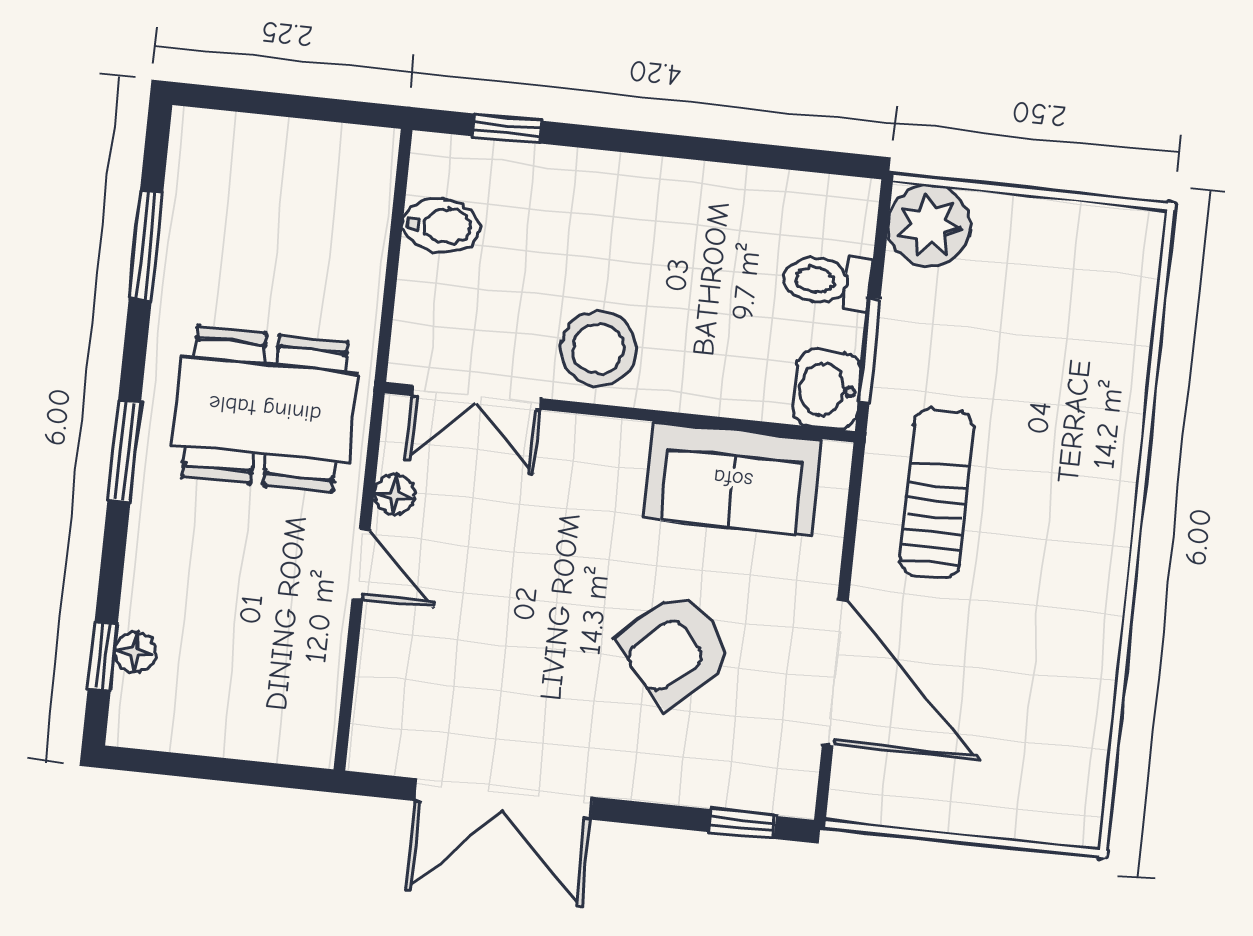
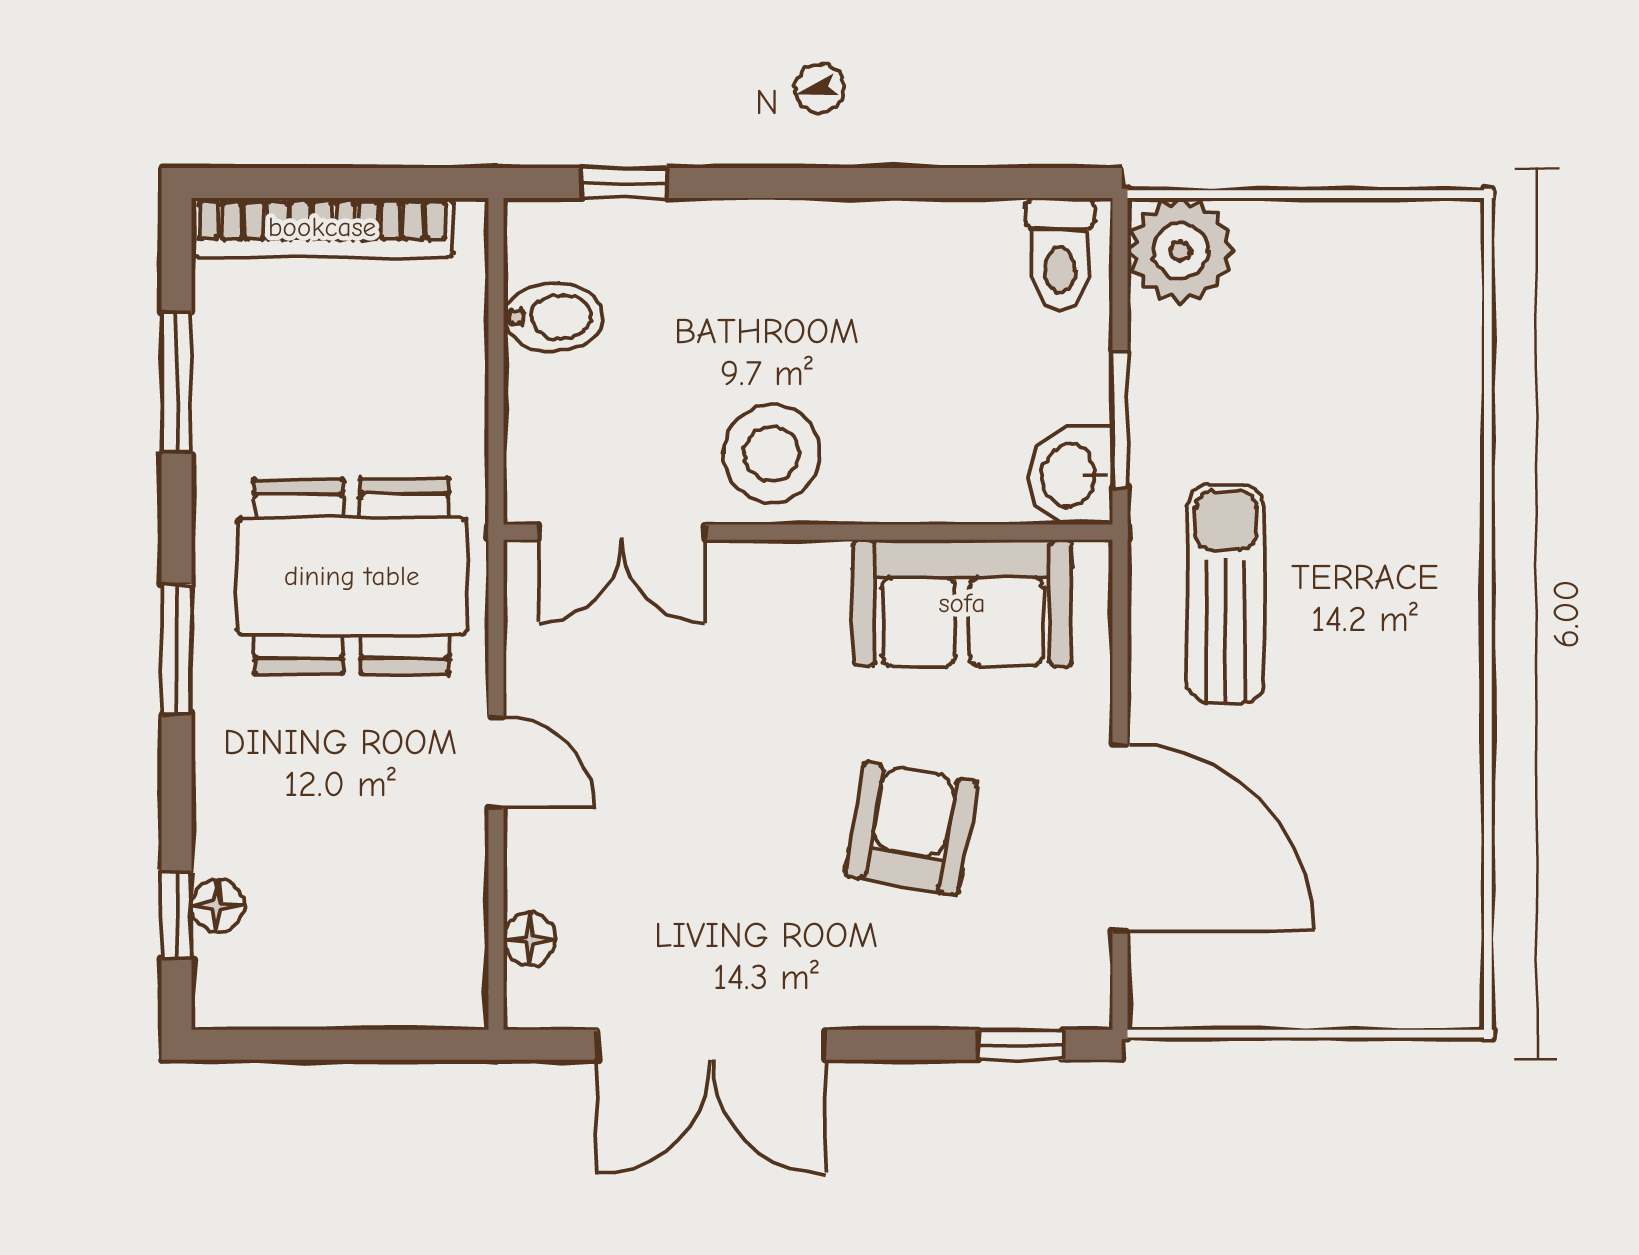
bookcase: (271, 138) -> (322, 227), added
toilet: (827, 281) -> (1060, 254), moved, turned -90
floor lamp: (394, 494) -> (530, 939), moved
armchair: (675, 648) -> (911, 828), turned 142

